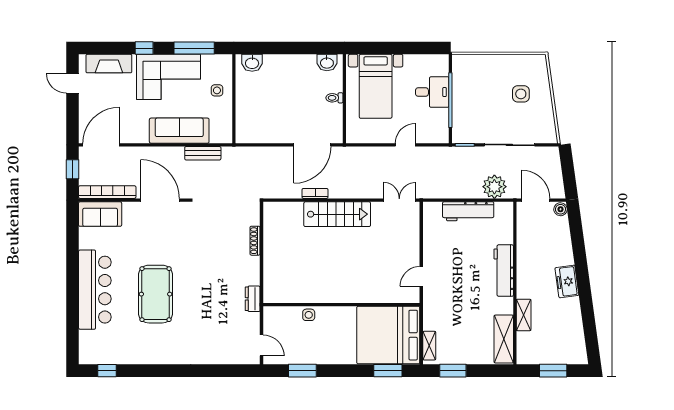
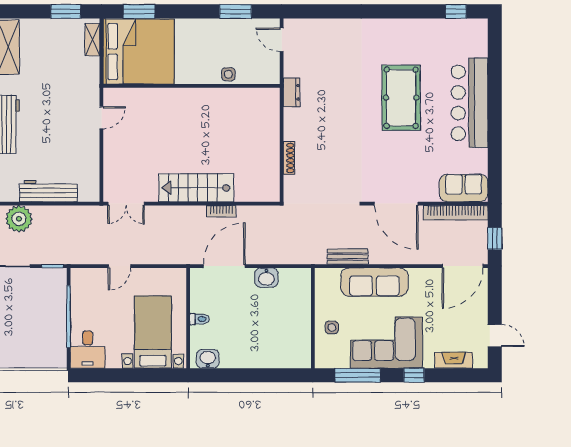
washbasin: (252, 63) -> (266, 278), moved, turned 180
fireplace: (109, 64) -> (454, 360), width x0.73, depth x0.76
desk: (432, 92) -> (88, 350), moved, turned -90

